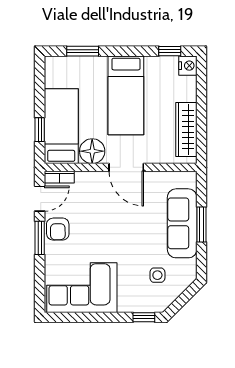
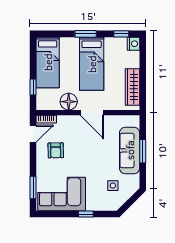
window: (83, 51) -> (86, 34), moved
bed: (61, 126) -> (48, 62), moved, turned 180
armchair: (58, 229) -> (56, 150), moved
window: (40, 238) -> (33, 188), moved
window: (144, 317) -> (86, 214), moved

